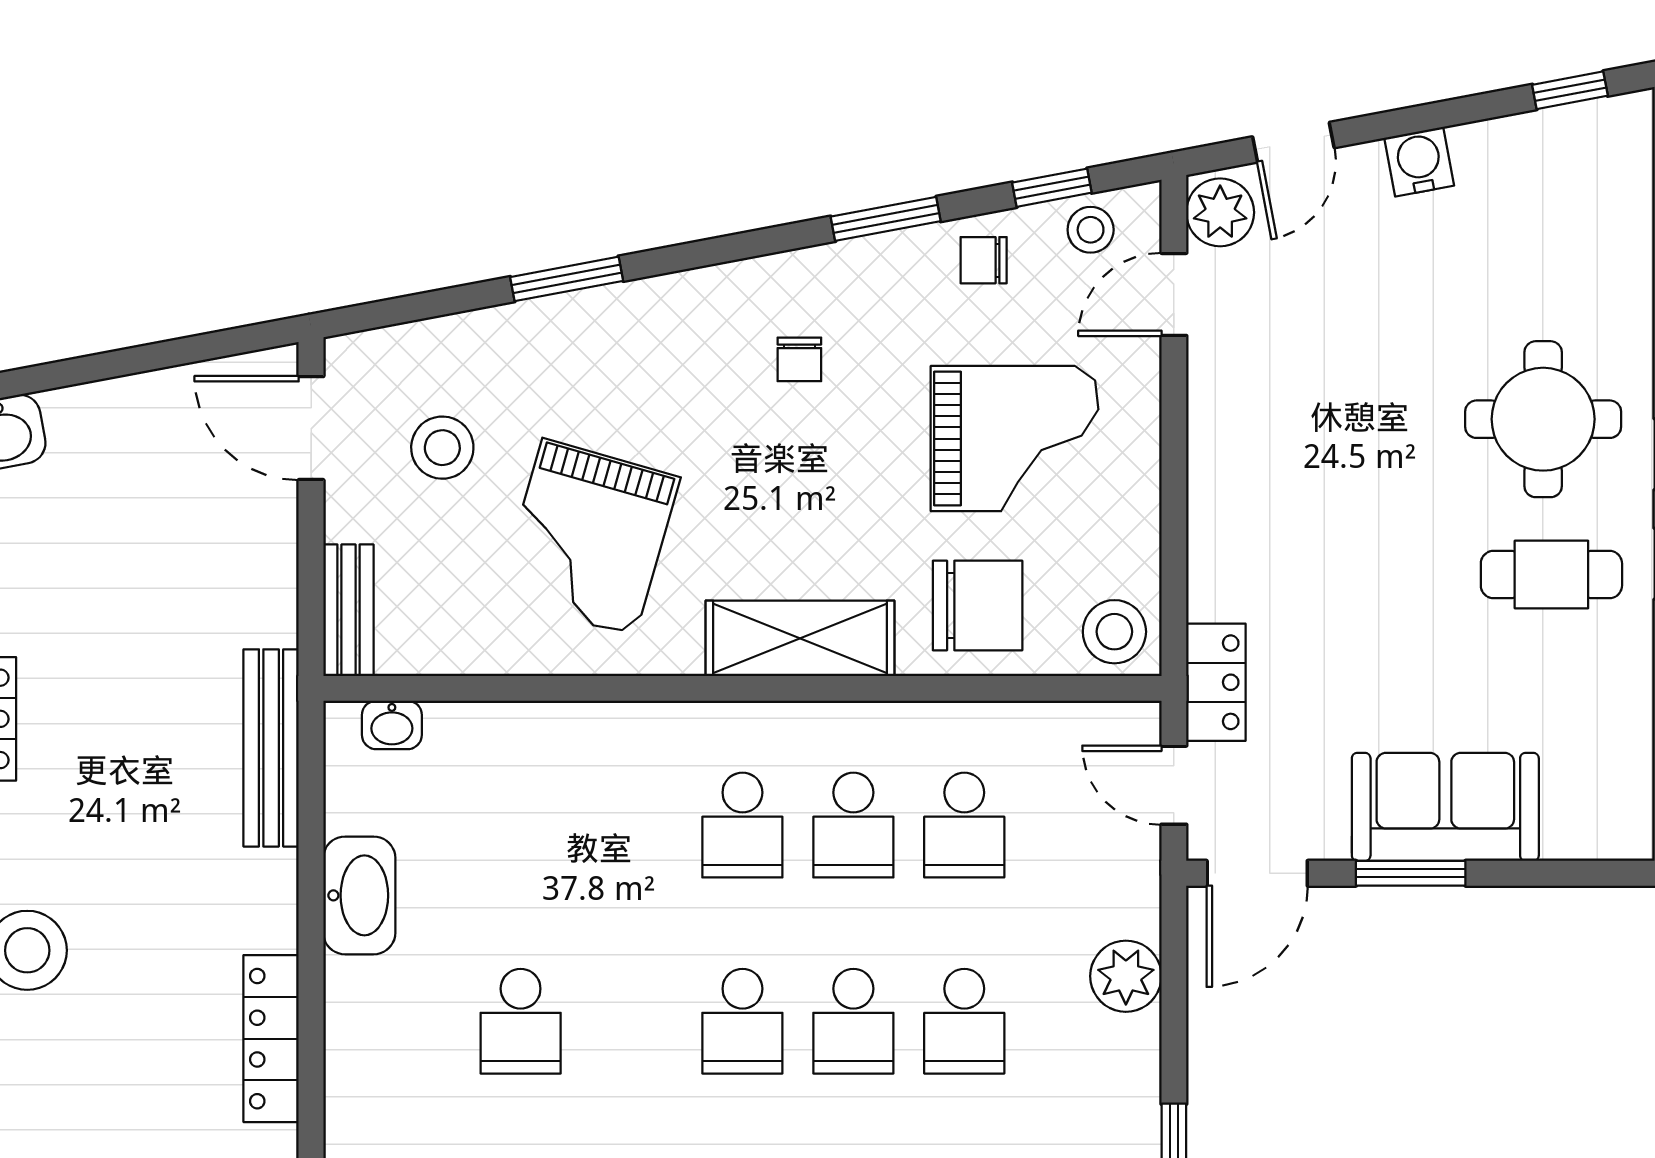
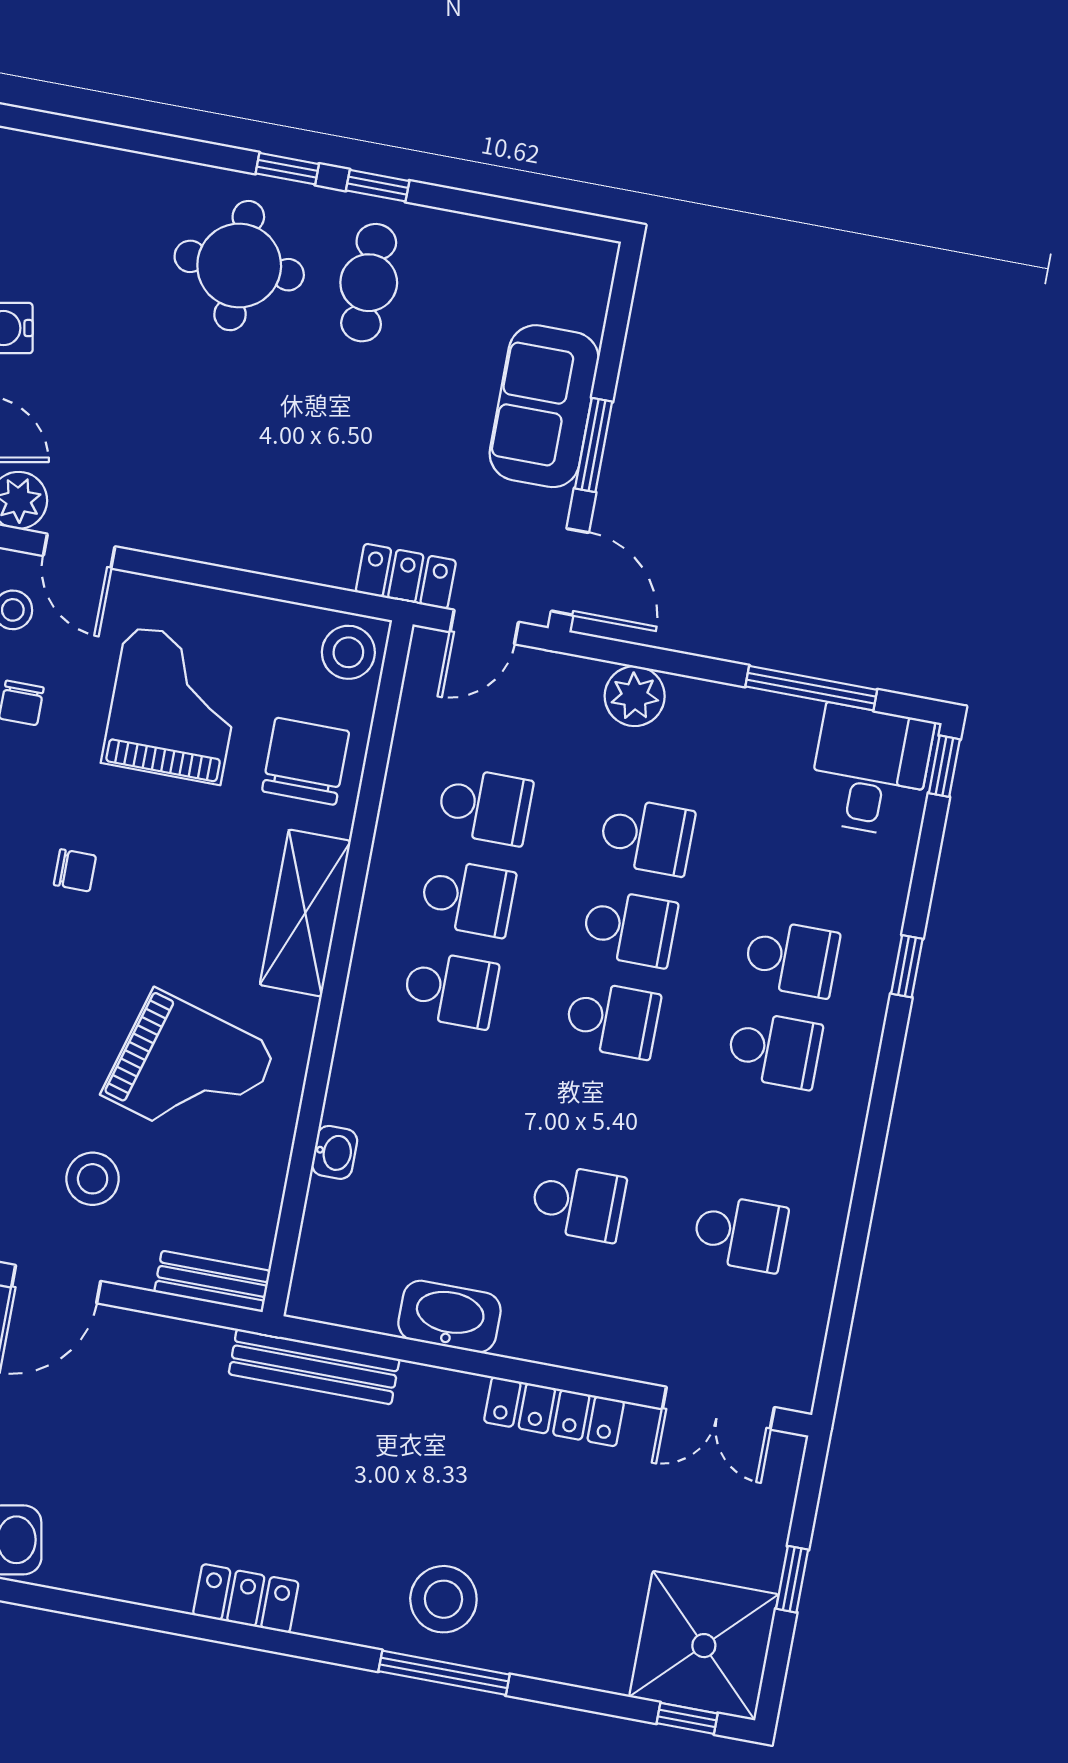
washbasin: (392, 725) -> (334, 1152), moved

